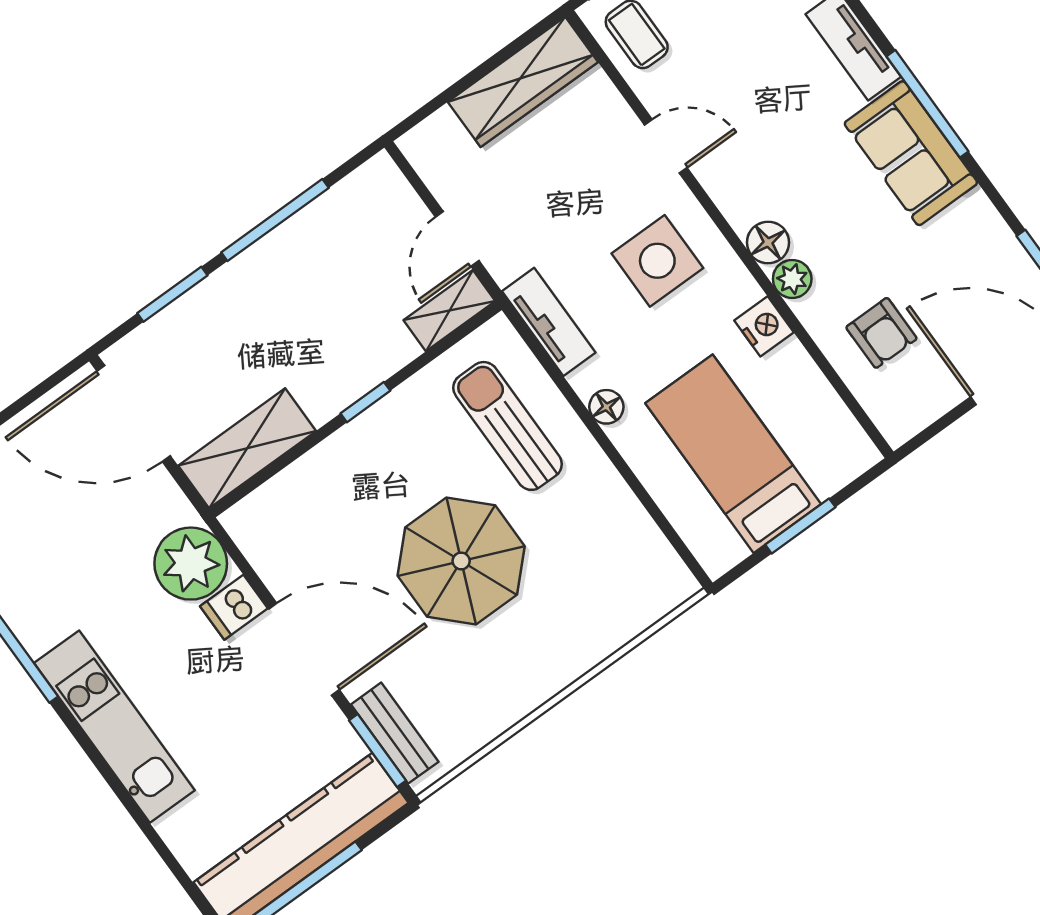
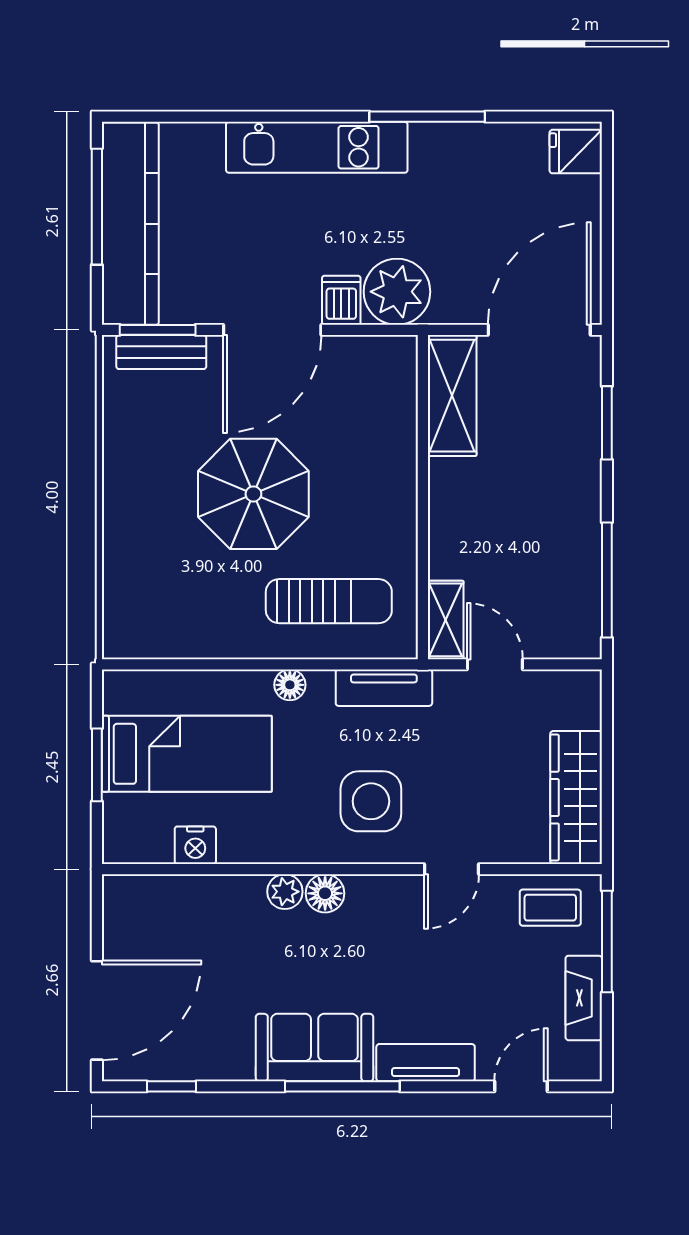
window: (275, 220) -> (607, 580), moved
nightstand: (764, 326) -> (195, 845), moved
armchair: (881, 333) -> (197, 929), removed
window: (365, 402) -> (423, 508), removed

